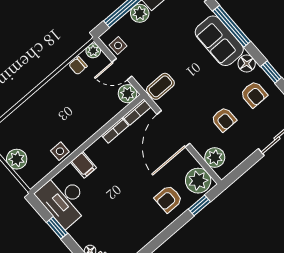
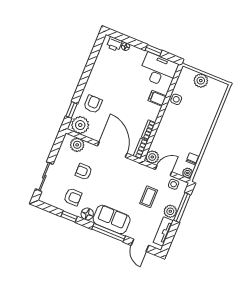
coffee table: (160, 86) -> (149, 197), moved
armchair: (254, 94) -> (73, 197), turned 180

